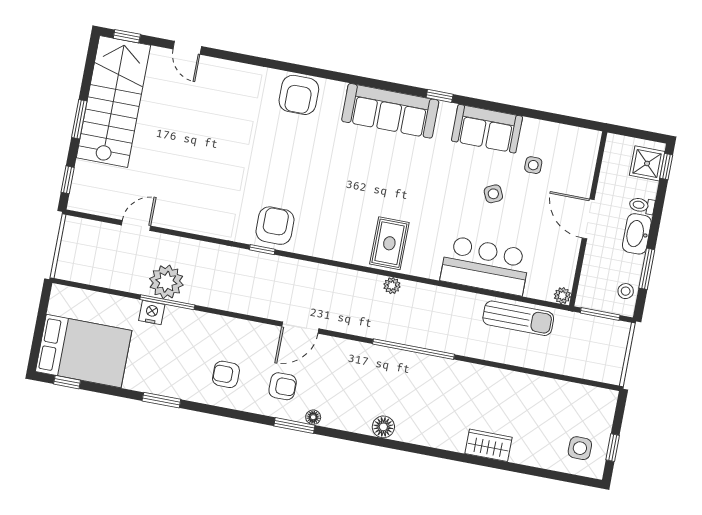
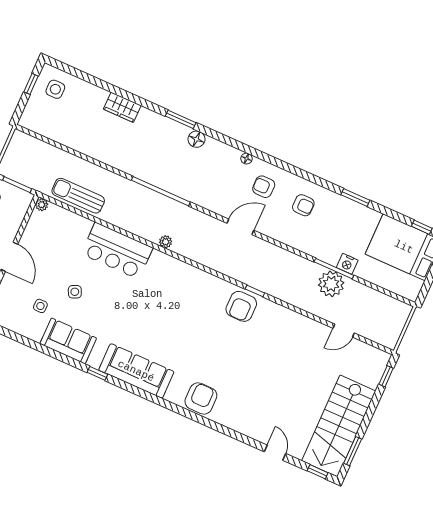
window: (79, 119) -> (353, 451), moved
rug: (389, 243) -> (160, 273), removed
bar counter: (485, 266) -> (117, 251), moved
window: (294, 426) -> (181, 119), moved

